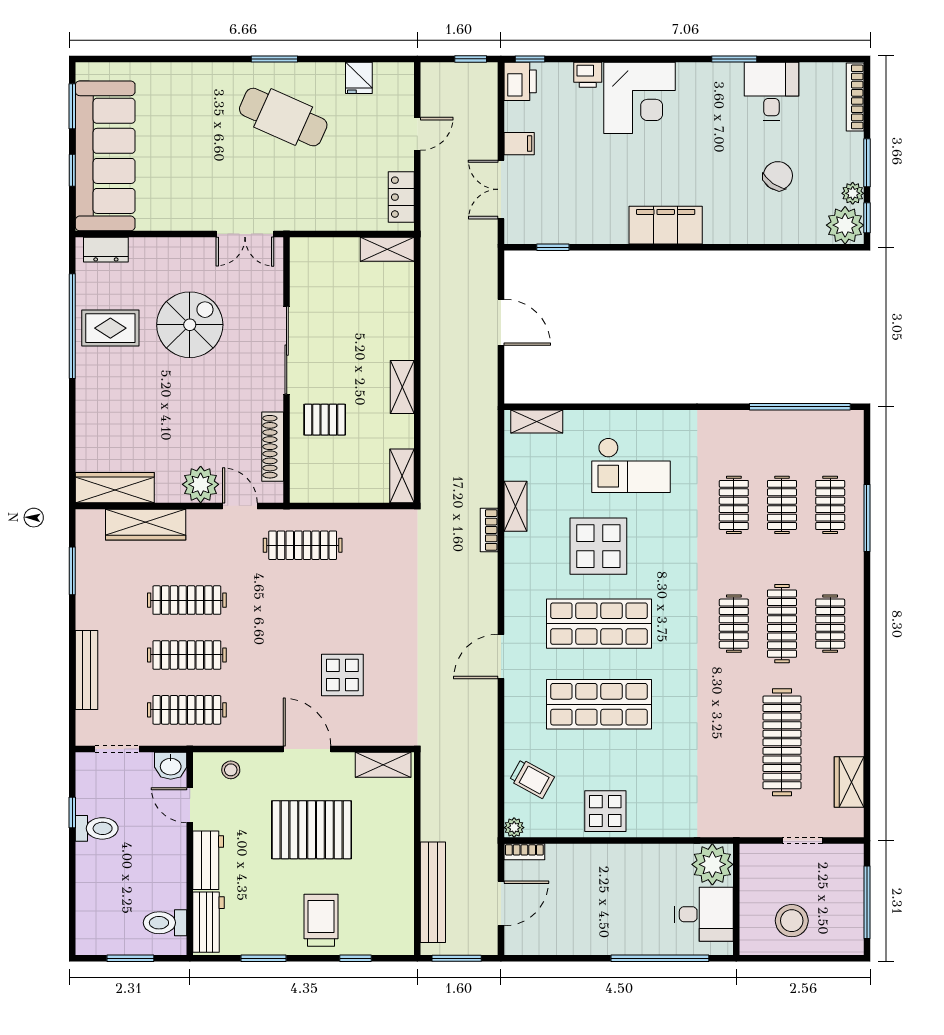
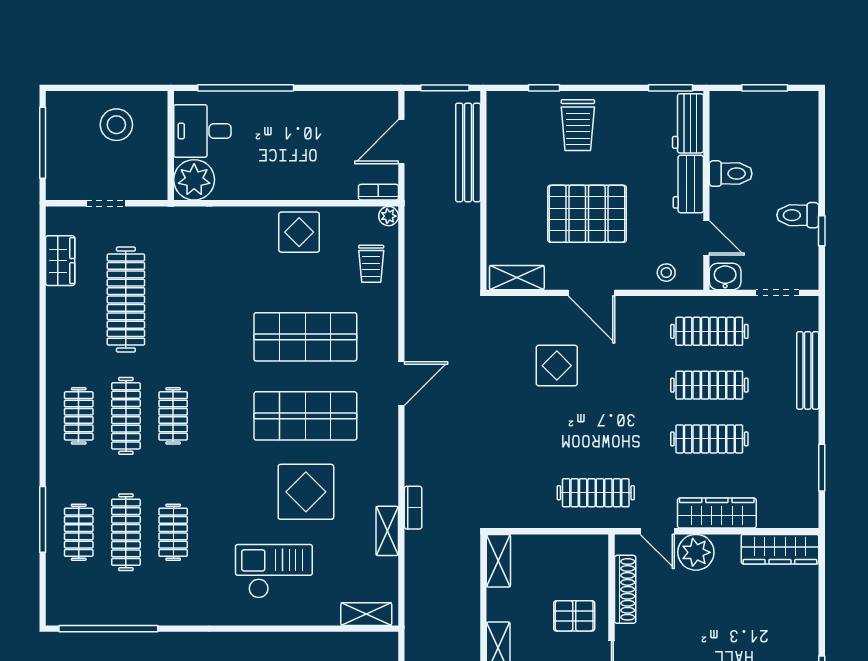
clothes rail: (782, 505) -> (126, 532), width x1.36
wardrobe: (146, 525) -> (717, 513), moved
trolley: (532, 779) -> (371, 264), turned -119
toilet: (165, 923) -> (731, 174), moved
window: (263, 958) -> (671, 88), moved

